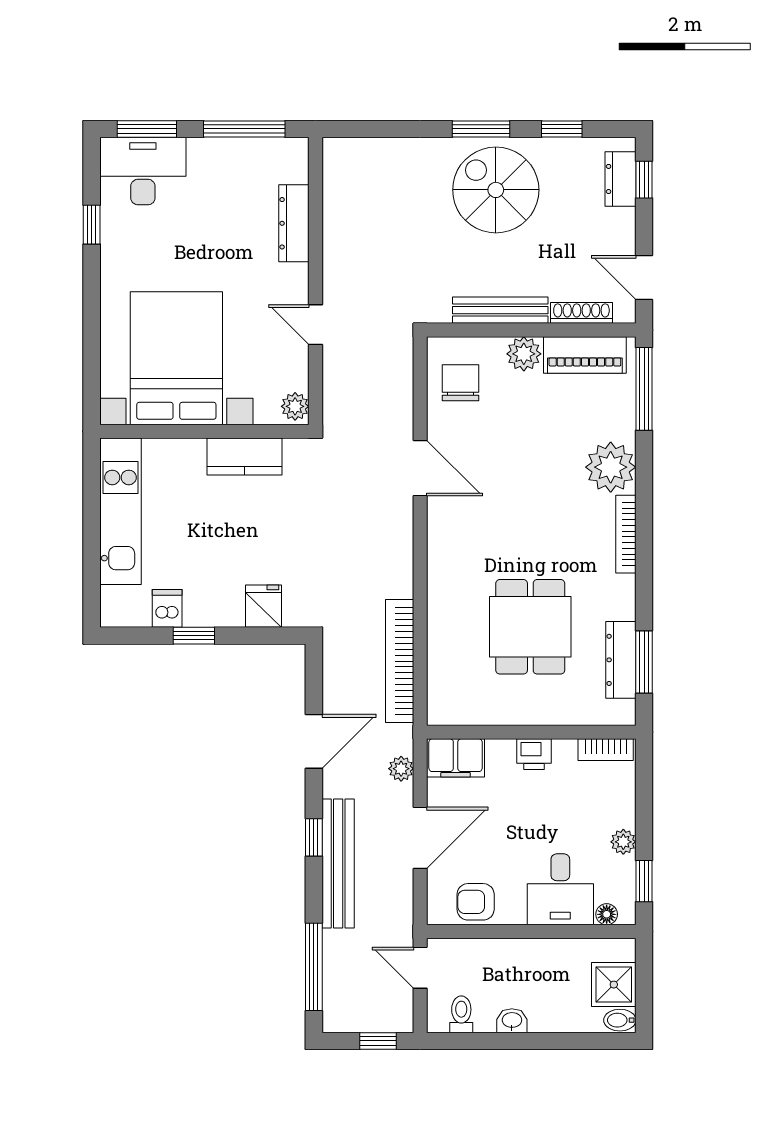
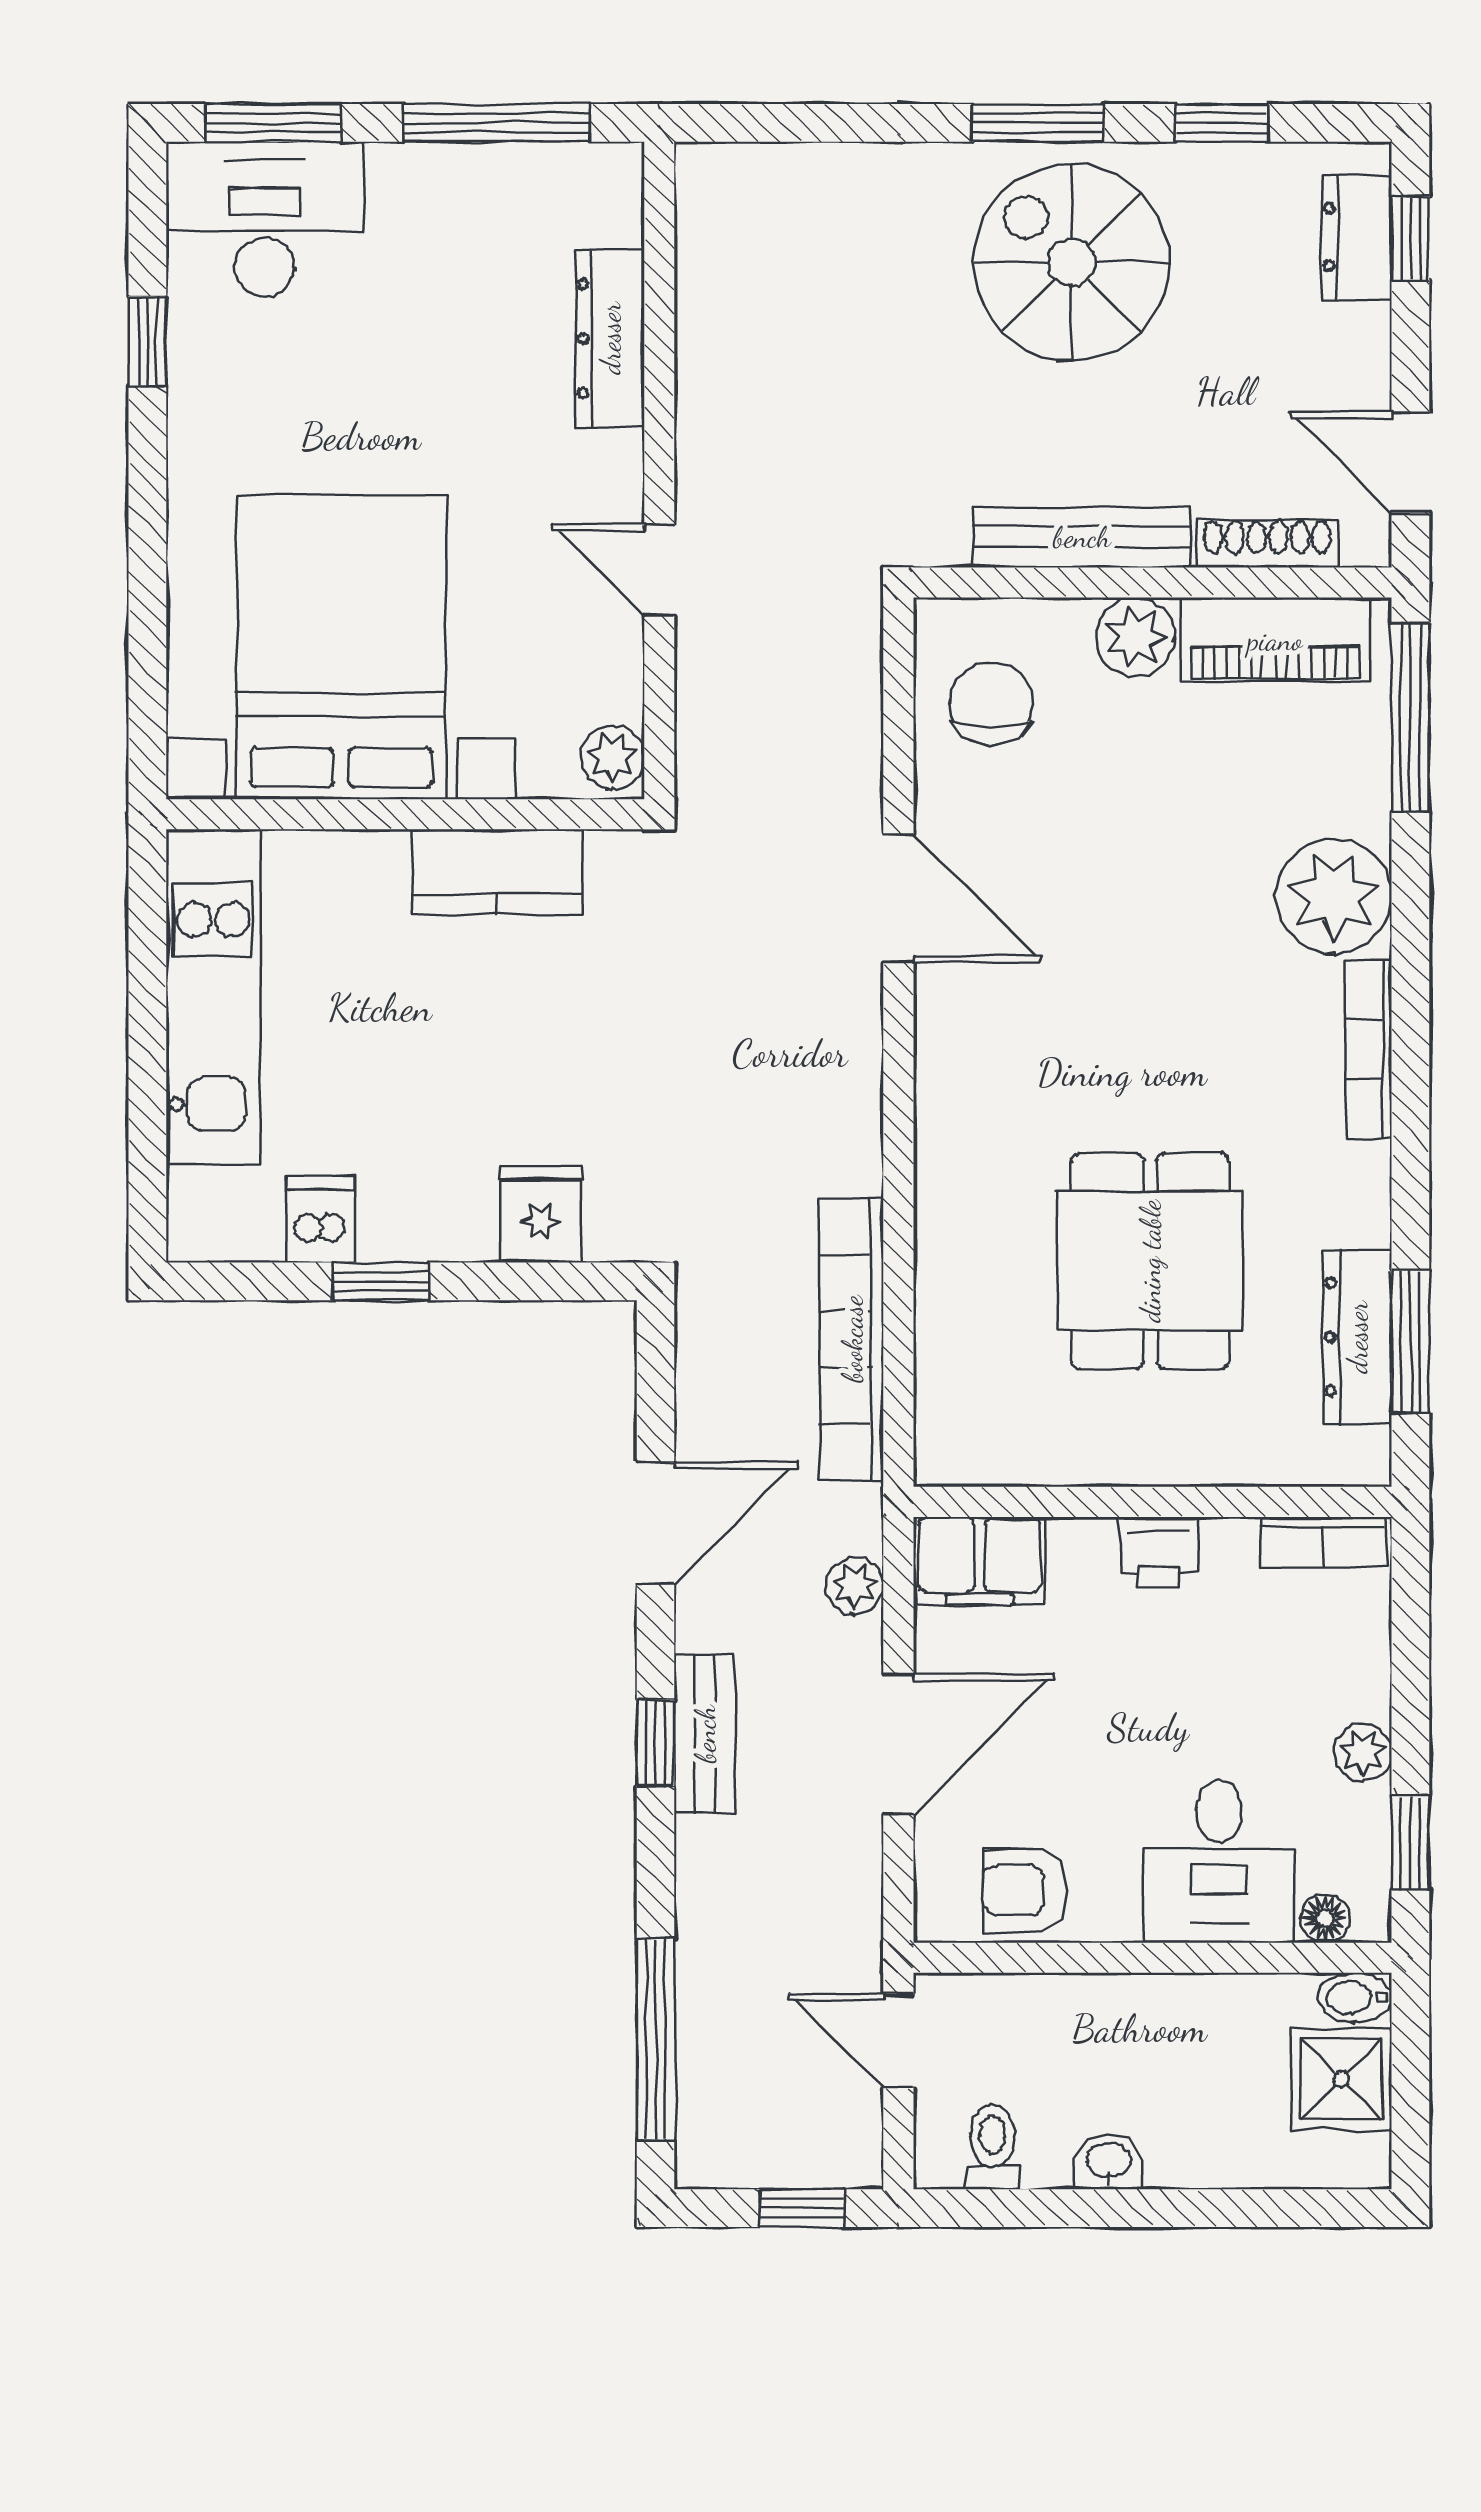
bench: (338, 863) -> (705, 1734), width x0.54, depth x0.82
bidet: (620, 1020) -> (1355, 1998), moved

